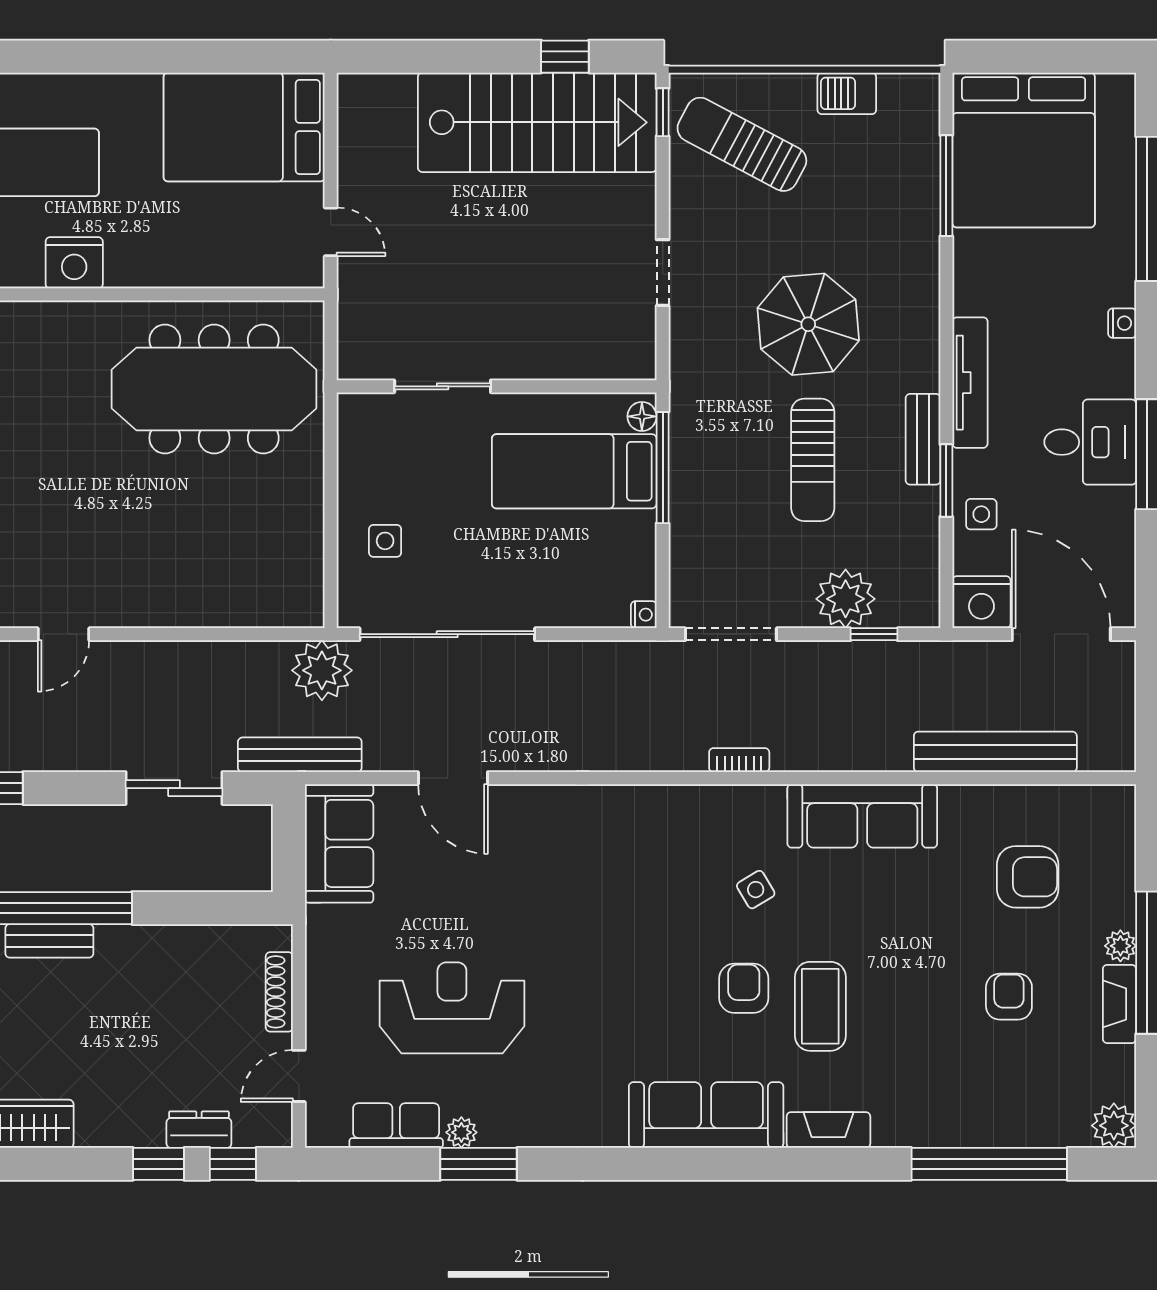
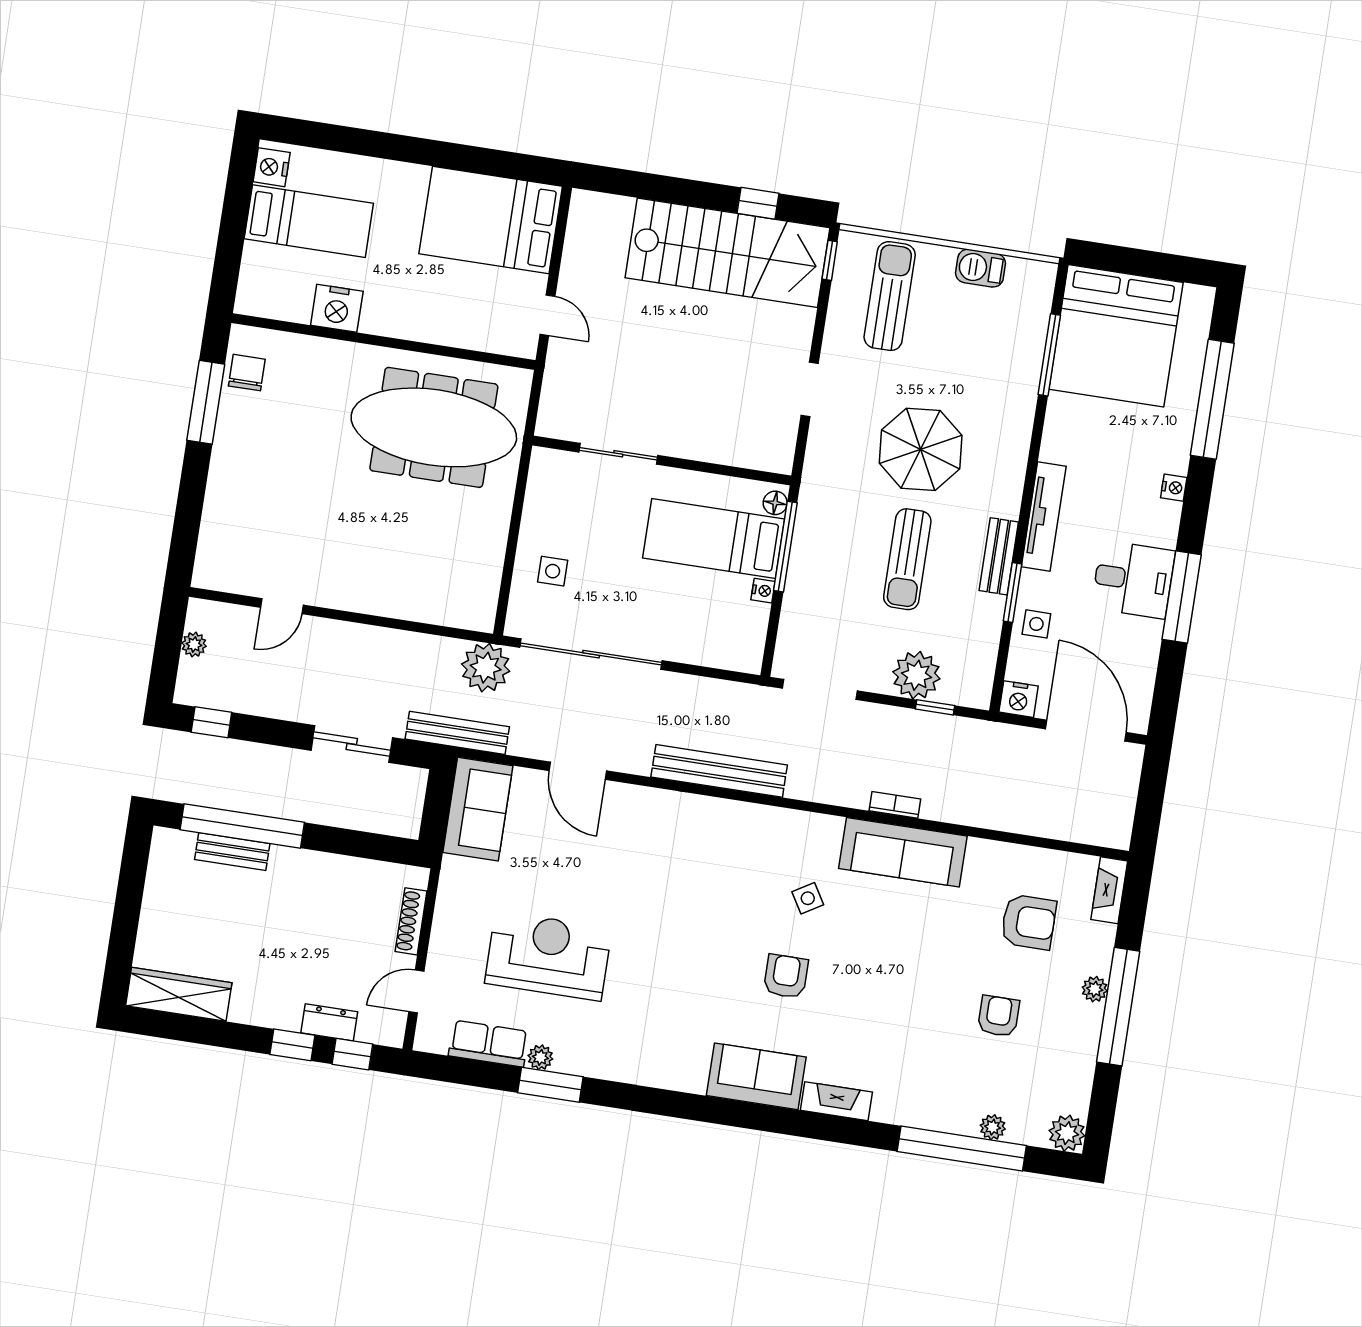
sun lounger: (742, 144) -> (890, 296), turned 62
nightstand: (981, 602) -> (1019, 699), width x0.74, depth x0.75
nightstand: (644, 615) -> (763, 591), moved
bench: (995, 752) -> (719, 771), moved
bookcase: (739, 760) -> (895, 805), moved
fireplace: (1119, 1004) -> (1109, 890), moved
coffee table: (820, 1006) -> (845, 1000), removed
sofa: (706, 1115) -> (756, 1076), width x0.73
plant: (1023, 1132) -> (993, 1127), added

